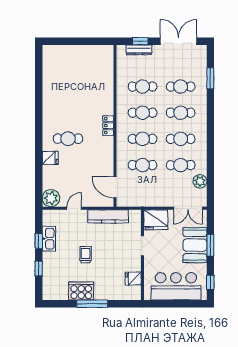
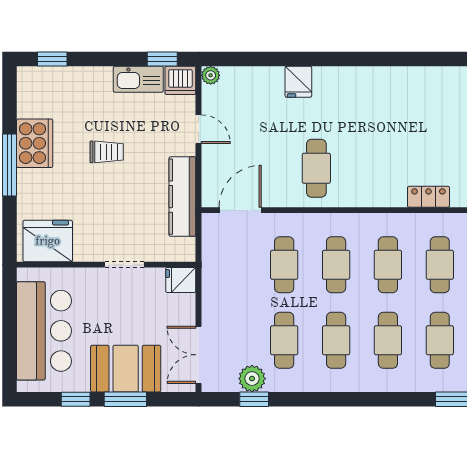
locker: (108, 126) -> (428, 197), moved
cafe table: (68, 139) -> (316, 168), moved
window: (210, 180) -> (254, 399), added
plant: (51, 198) -> (211, 75), width x0.53, depth x0.53
dishwasher: (49, 217) -> (180, 80), added
fridge: (156, 220) -> (181, 280), width x0.53, depth x0.75
window: (39, 241) -> (162, 59), moved
window: (39, 269) -> (52, 59), moved
fridge: (133, 279) -> (48, 241), width x1.88, depth x1.34
window: (210, 282) -> (76, 399), moved

